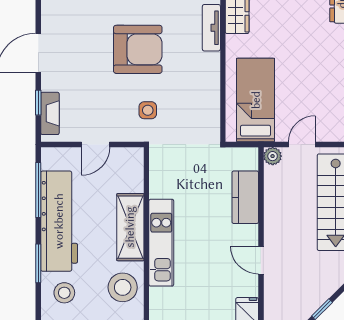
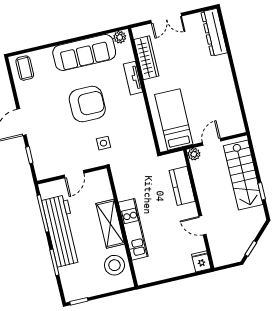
fireplace: (50, 113) -> (39, 160), removed
stool: (64, 293) -> (76, 278), removed

